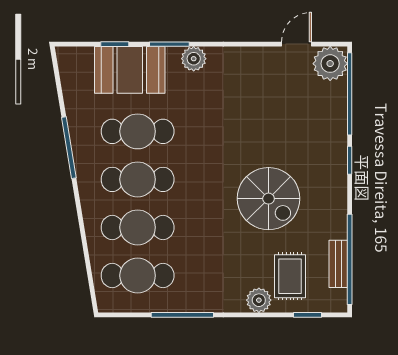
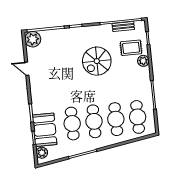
door: (297, 44) -> (27, 69), moved
plant: (194, 59) -> (42, 153), moved
spiral stairs: (269, 199) -> (97, 61), turned 180

